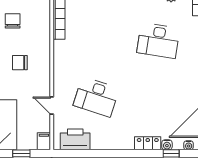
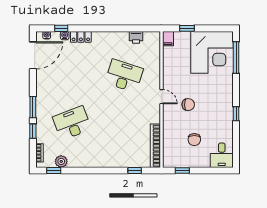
desk: (158, 41) -> (72, 123), turned -30
door: (52, 106) -> (161, 97), moved
printer: (75, 139) -> (136, 37), width x0.53, depth x0.68

